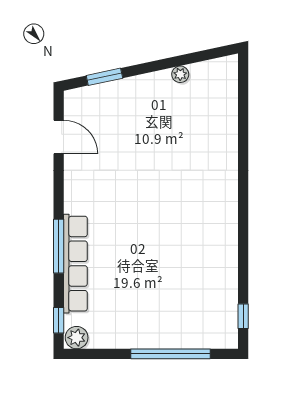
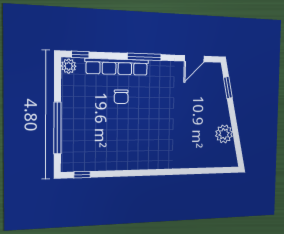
plant: (180, 74) -> (224, 134), width x1.88, depth x1.88
window: (59, 246) -> (144, 57), moved
chair: (122, 257) -> (121, 97), added

